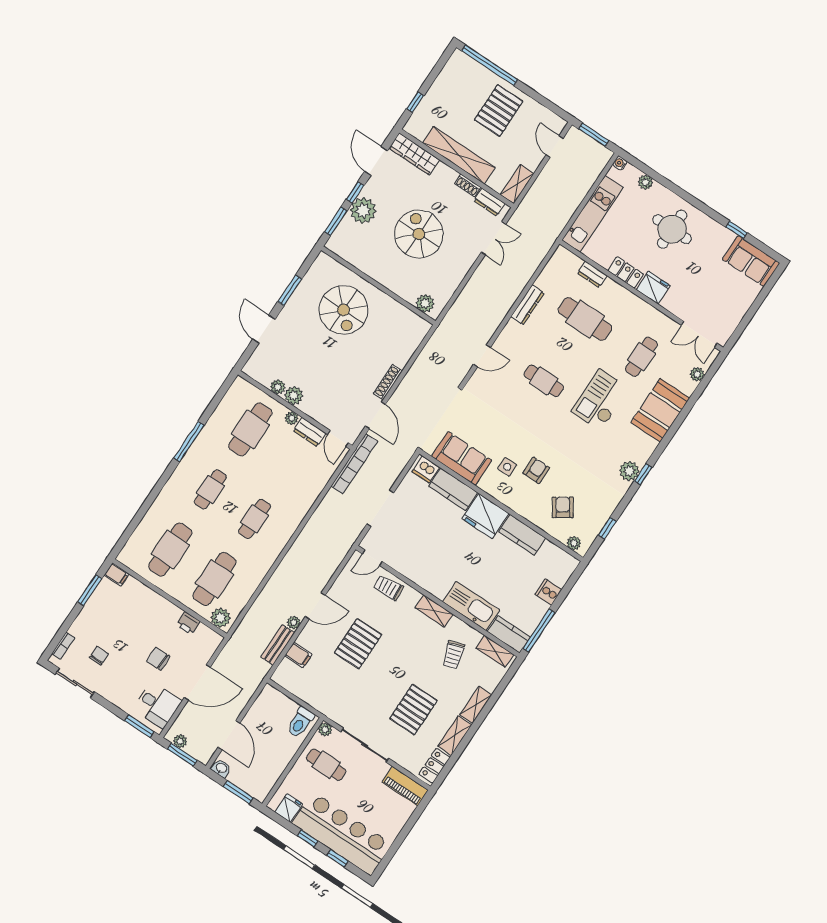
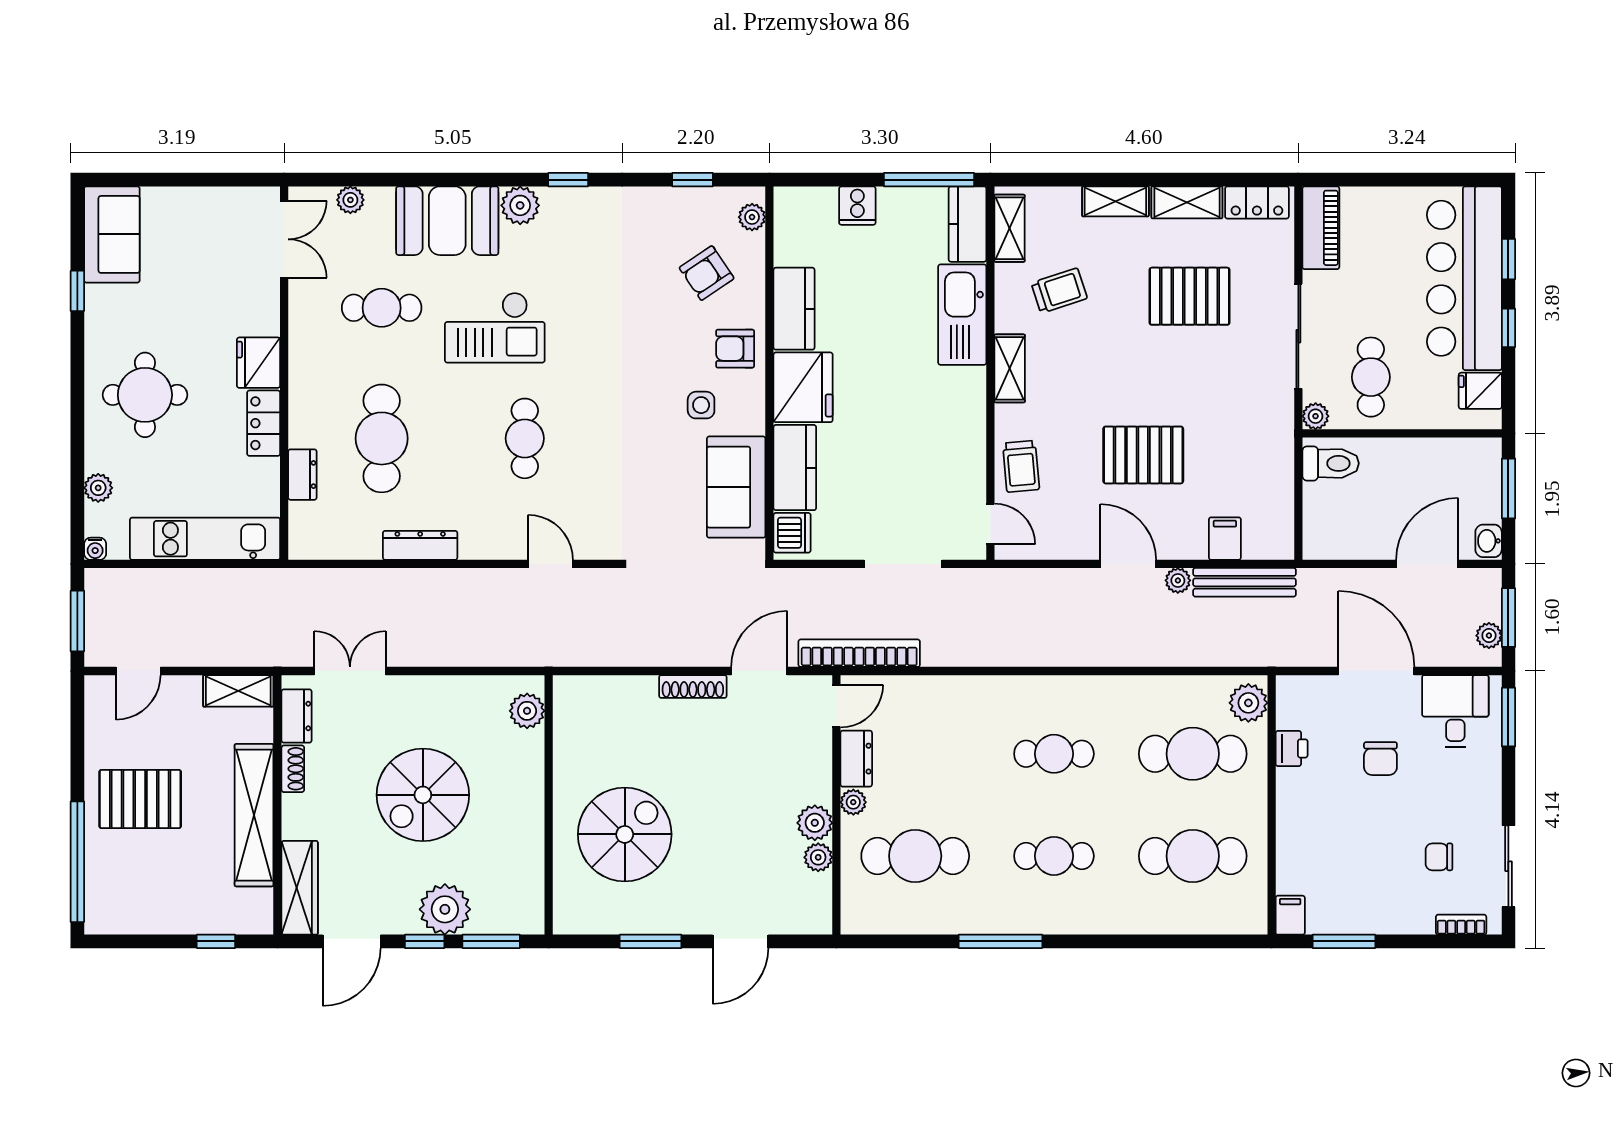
armchair: (536, 470) -> (735, 349), moved
plant: (629, 471) -> (520, 205), moved
bench: (278, 645) -> (1245, 582), width x1.36

